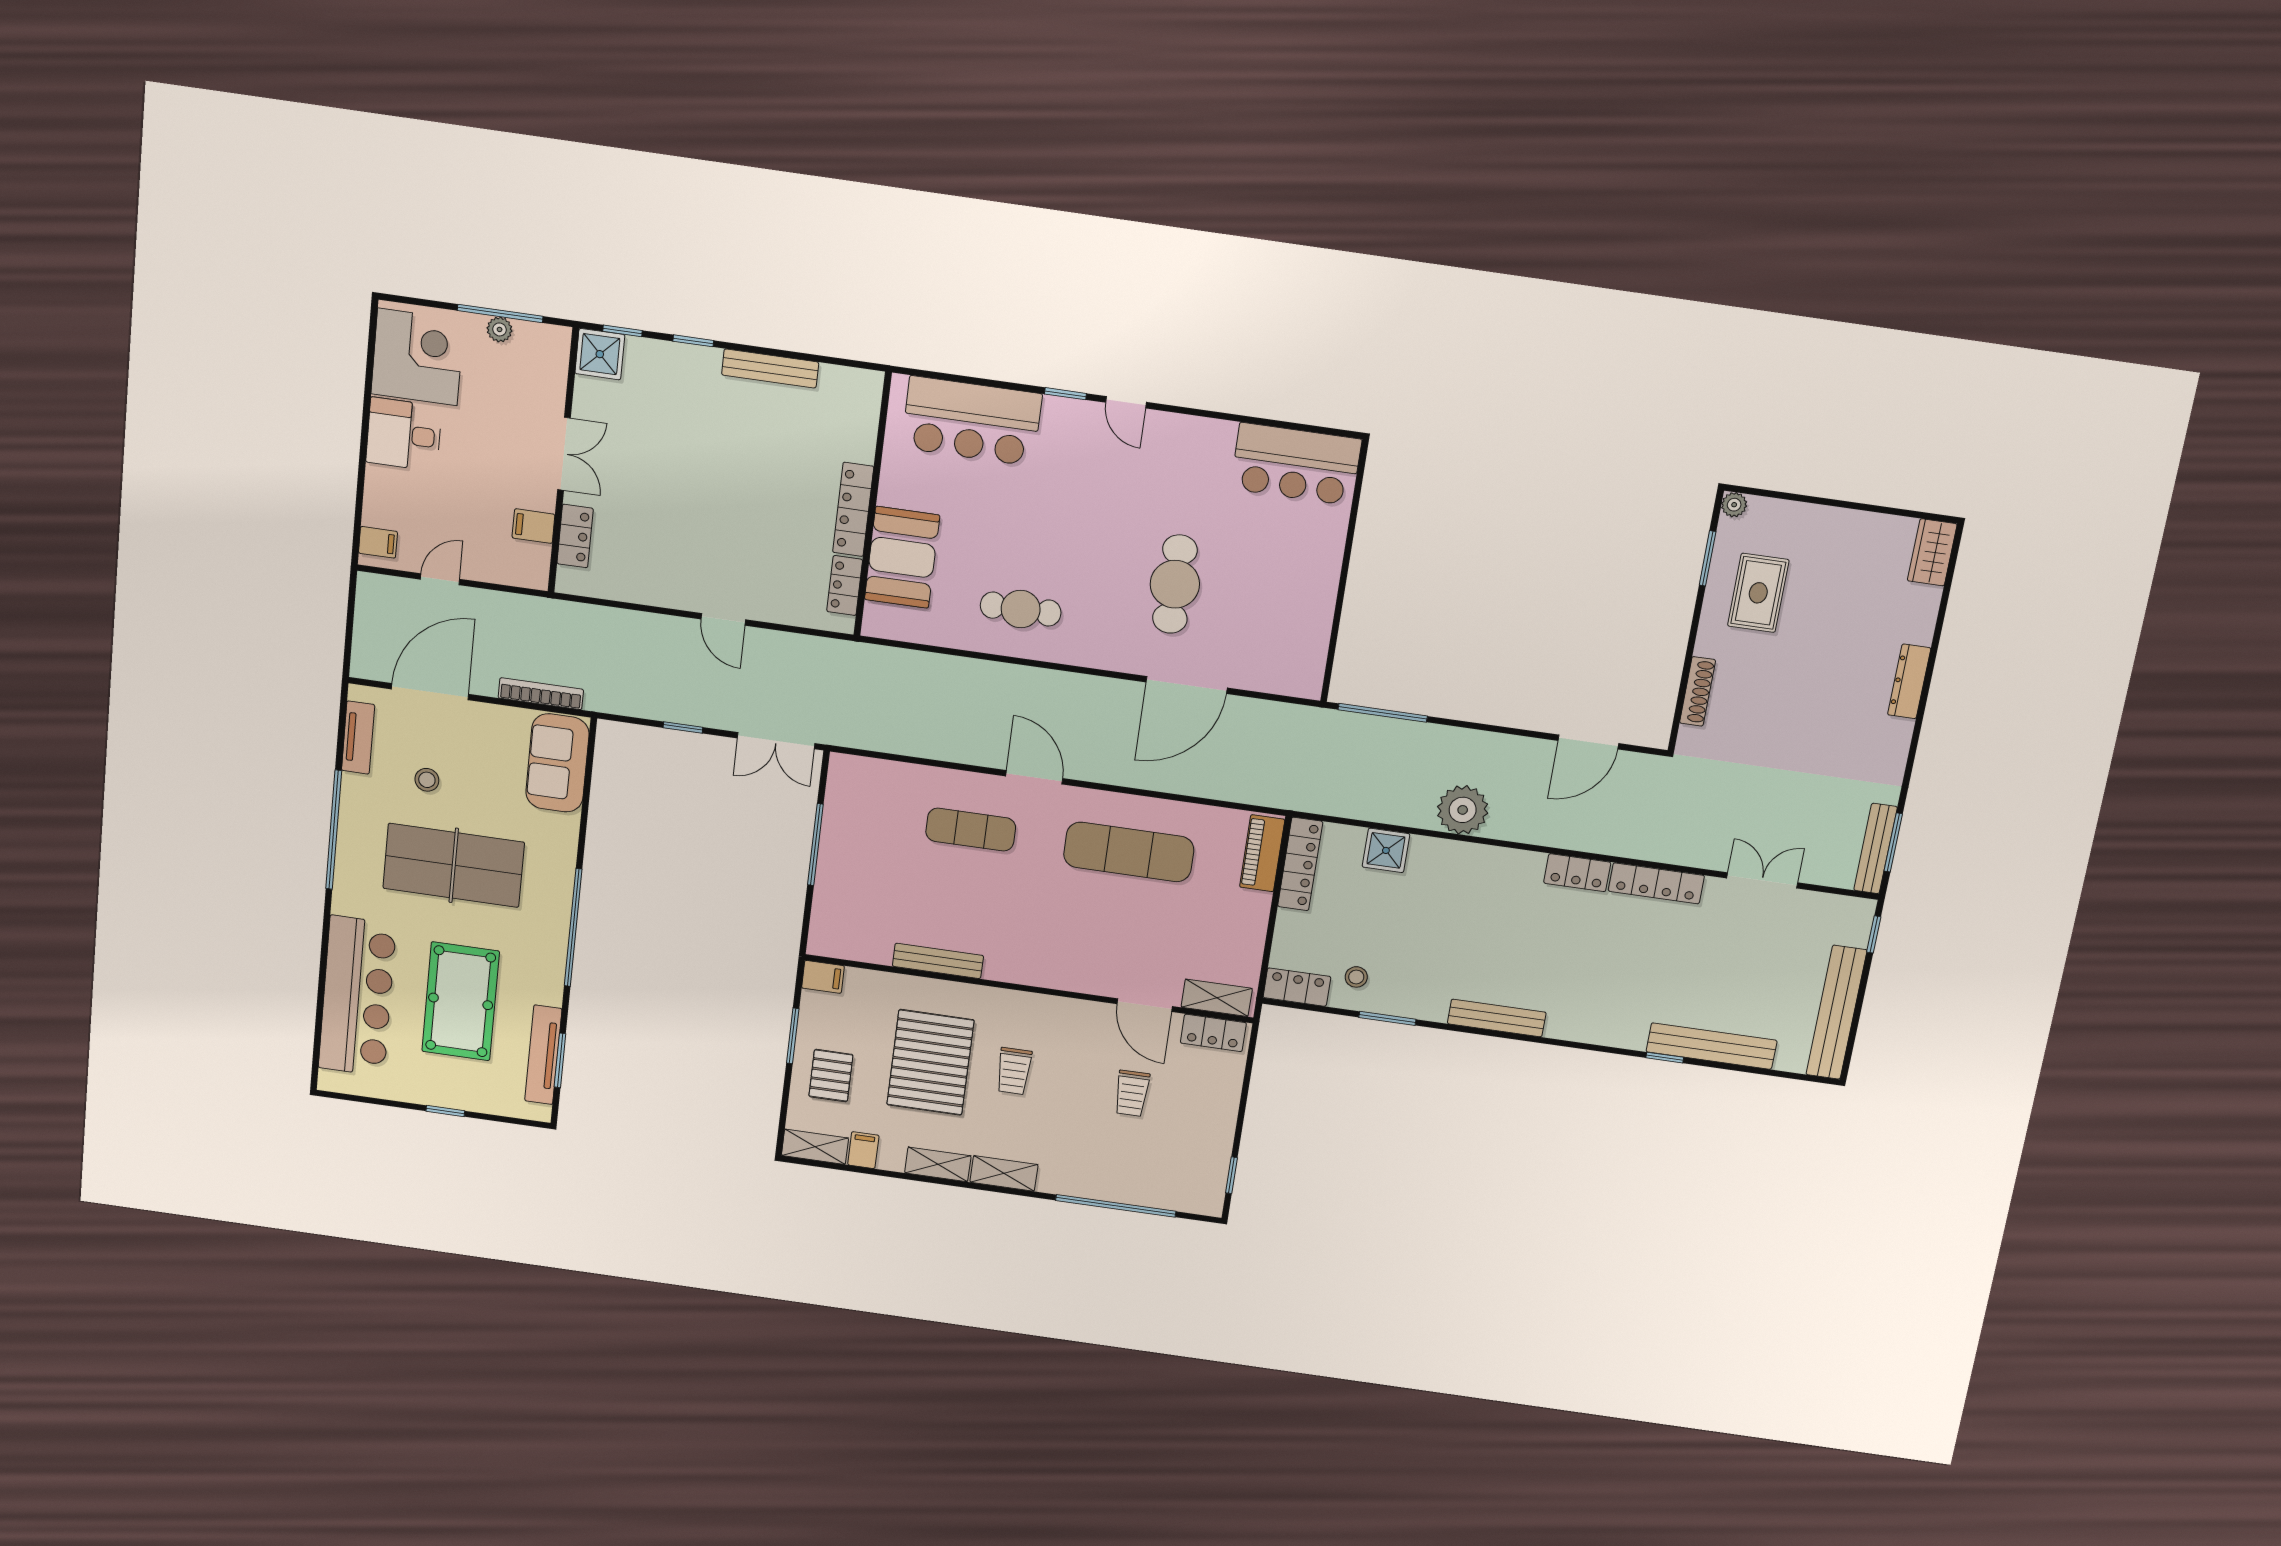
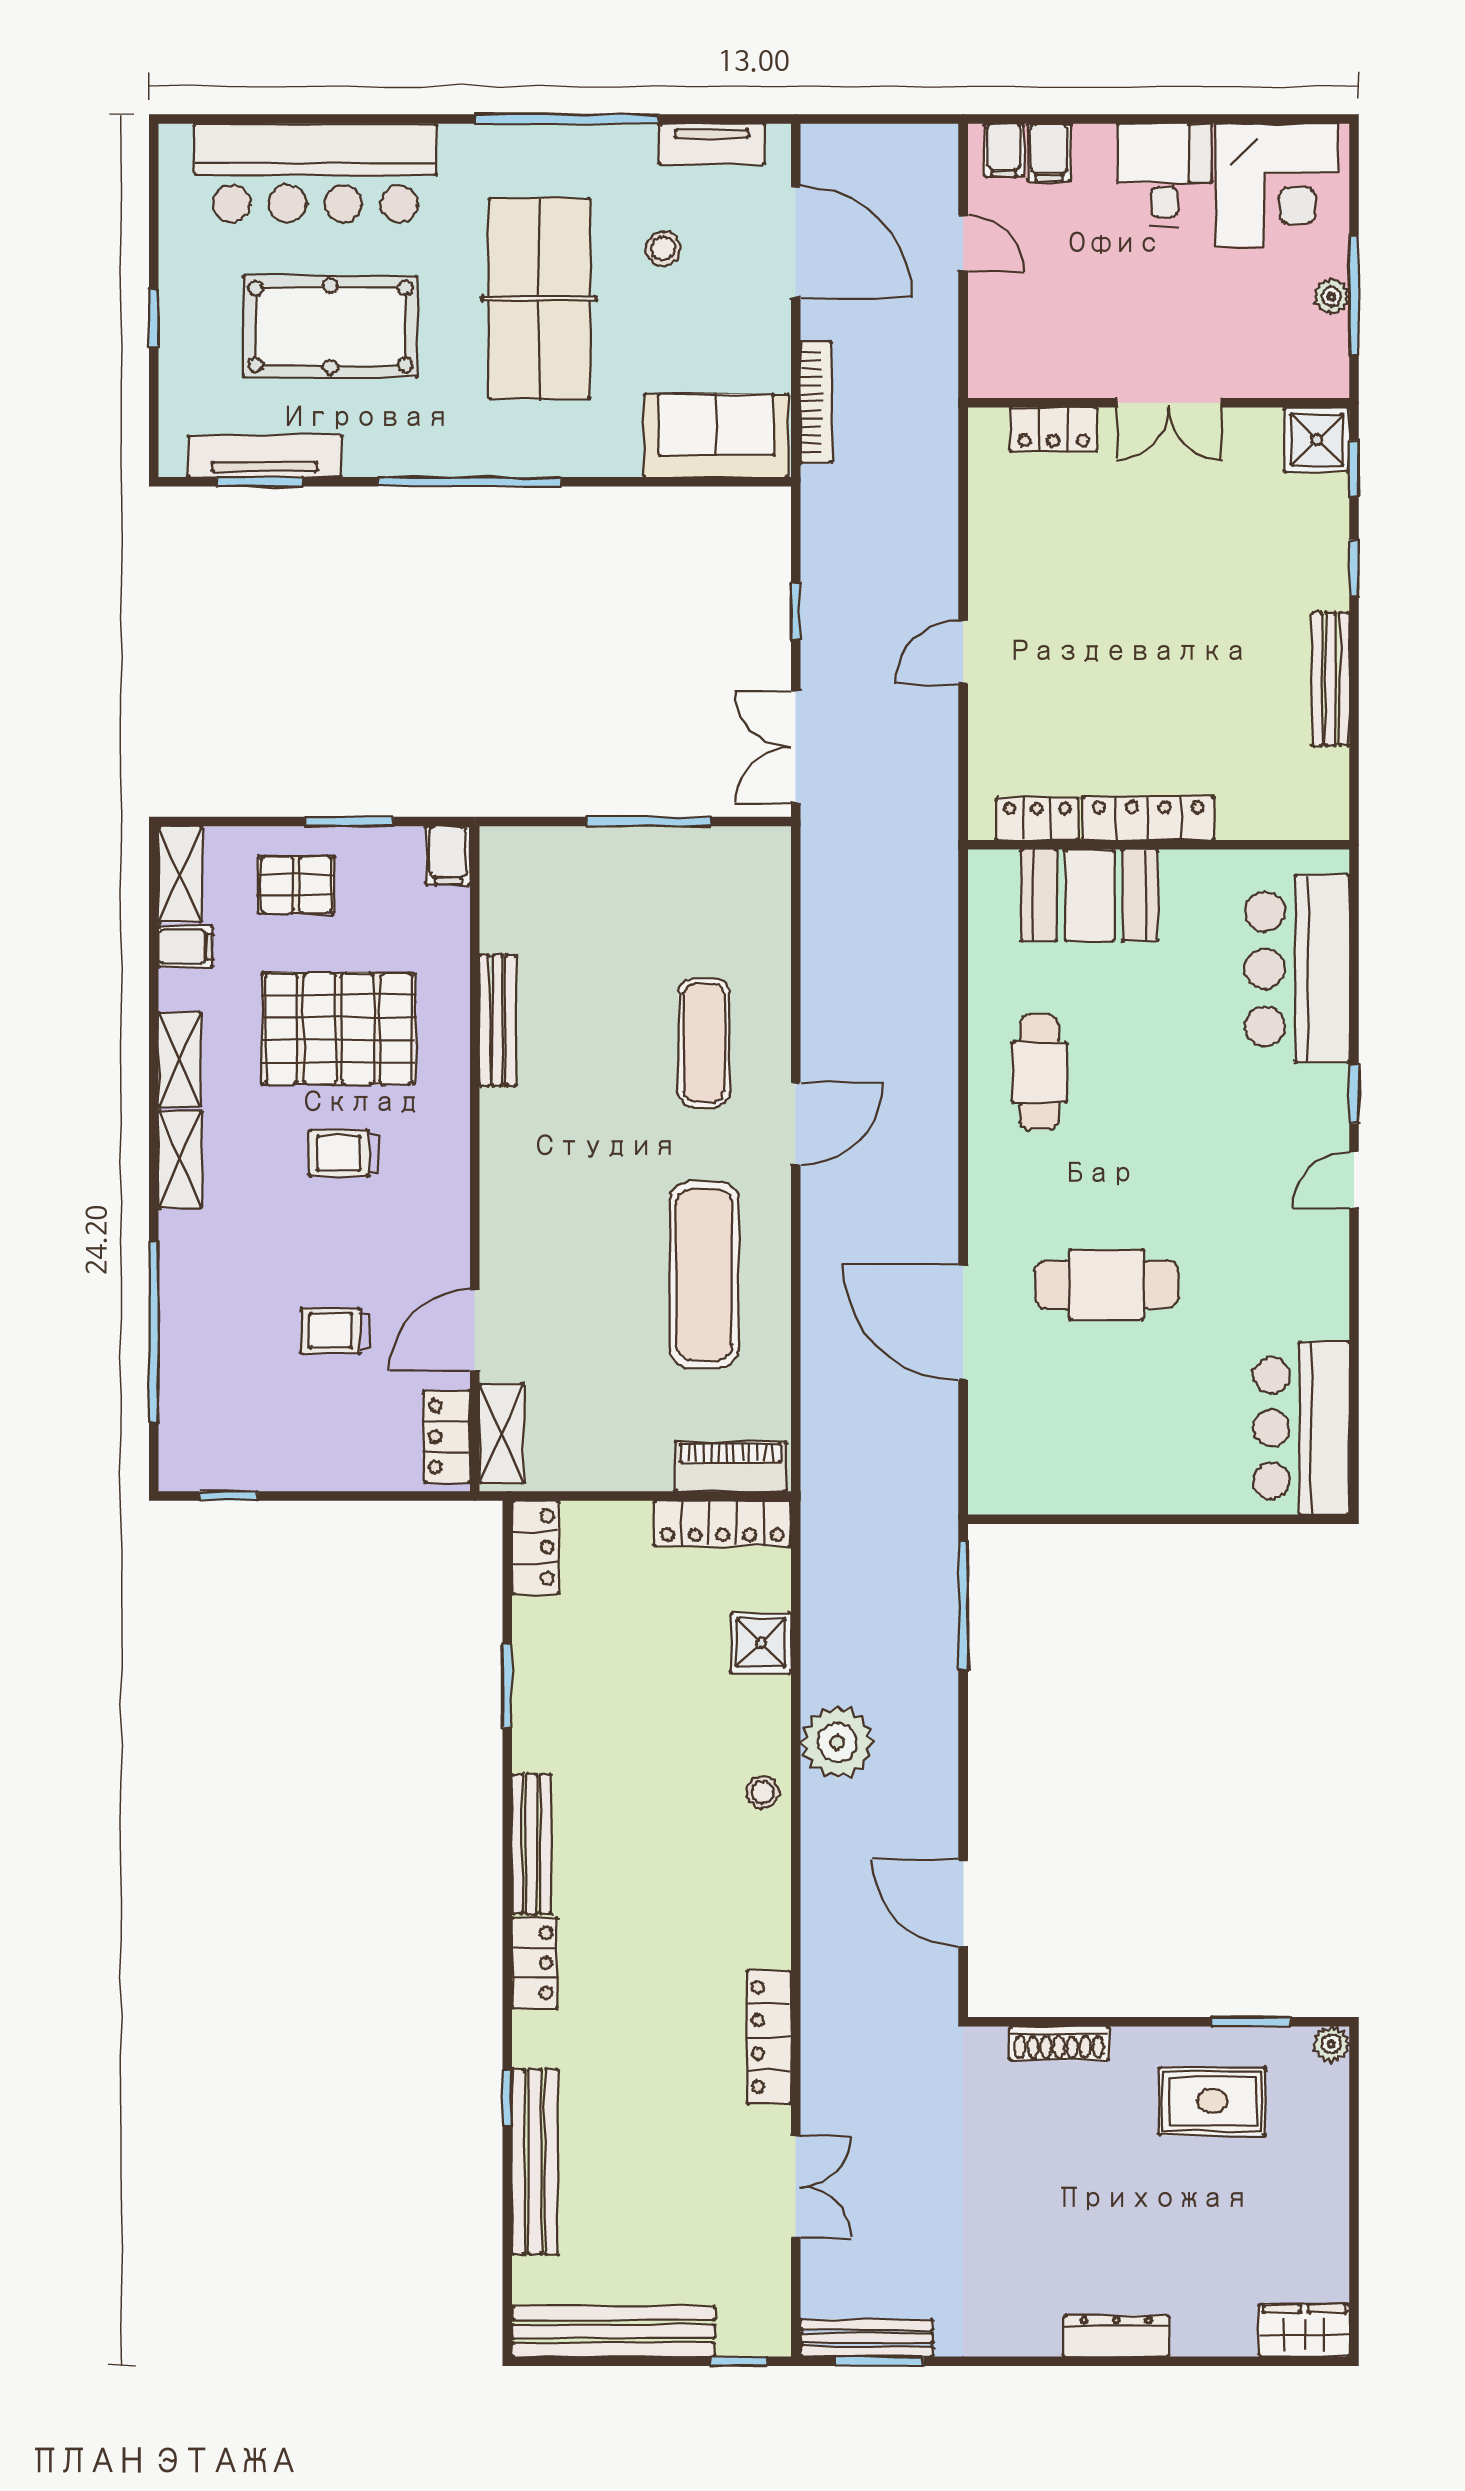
filing cabinet: (533, 526) -> (1049, 152), moved, turned 180
locker: (1577, 873) -> (535, 1963), moved, turned 180
stool: (1356, 977) -> (763, 1792), moved

